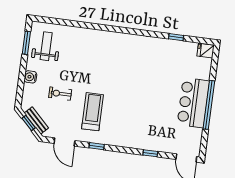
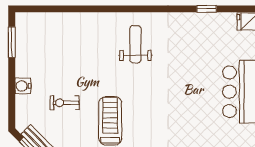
weight bench: (46, 46) -> (135, 44), moved

